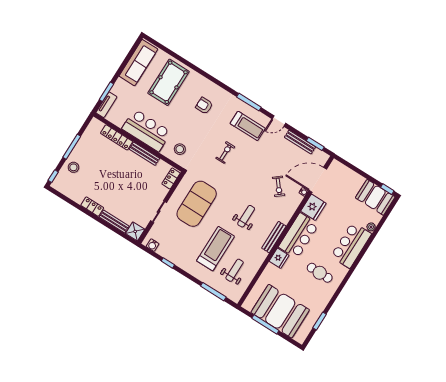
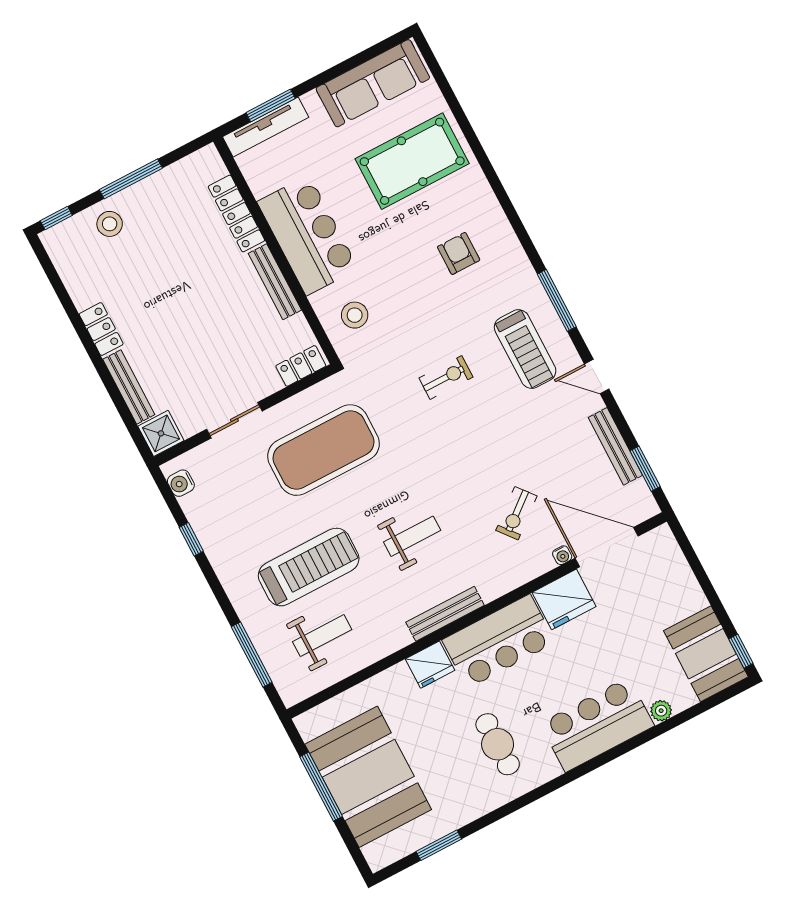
tv unit: (106, 105) -> (266, 127), width x1.41

